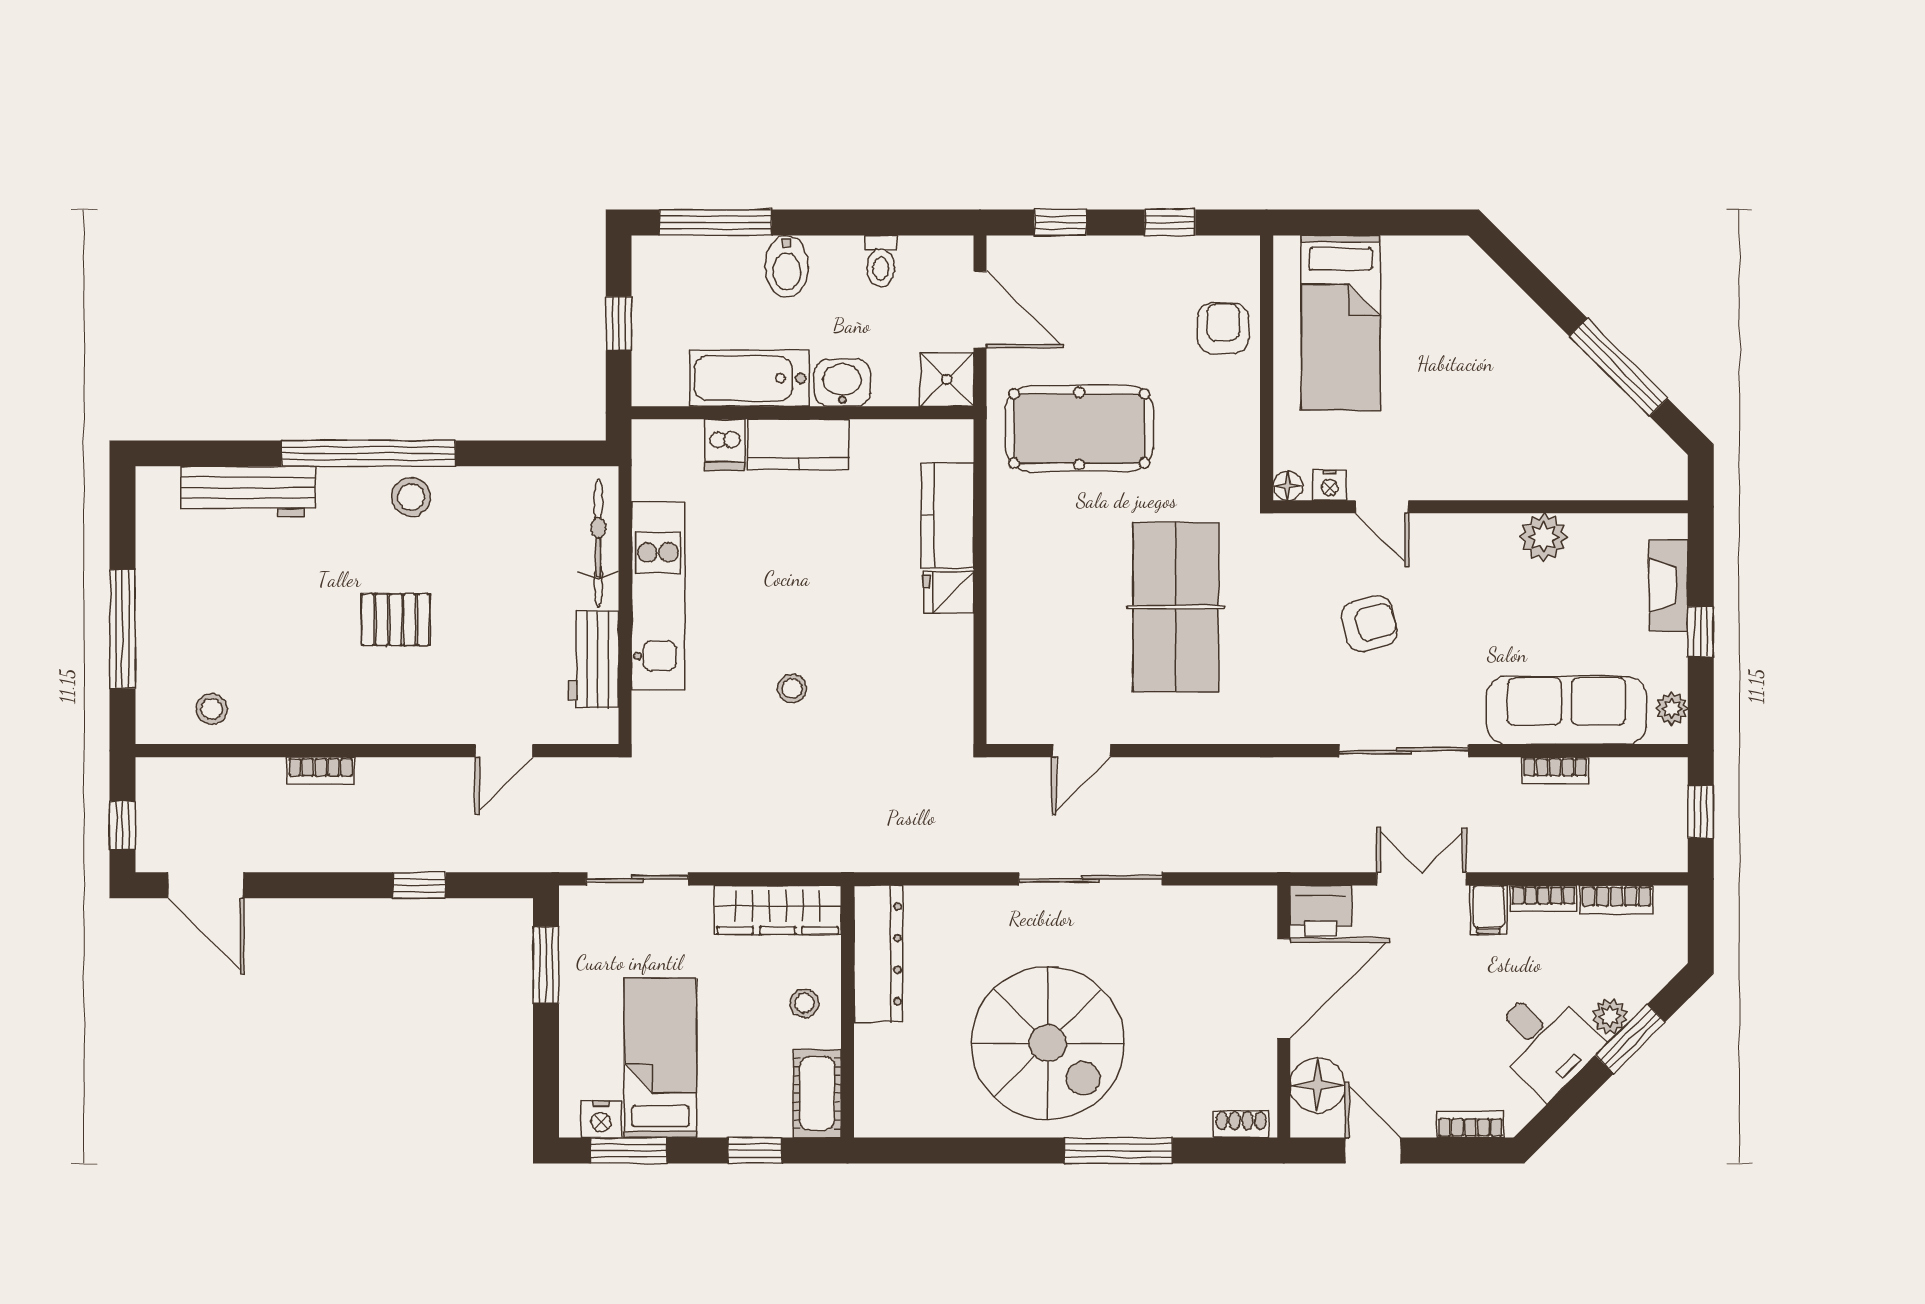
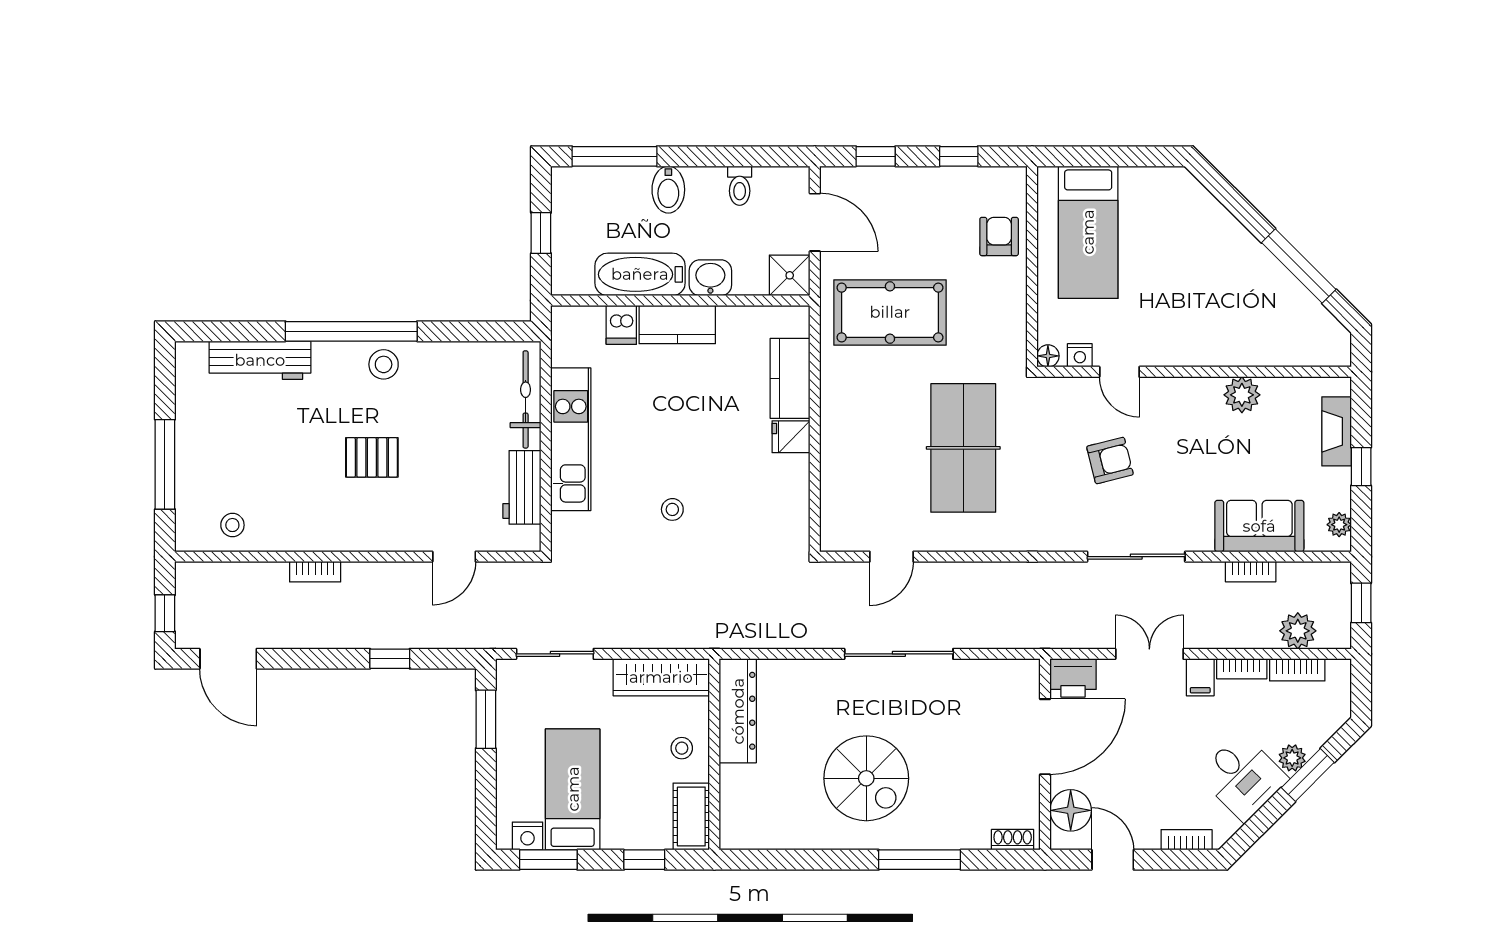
sofa: (1566, 710) -> (1259, 526), width x0.73
plant: (1617, 848) -> (1298, 631), added
spiral stairs: (1048, 1043) -> (866, 778), width x0.73, depth x0.73

